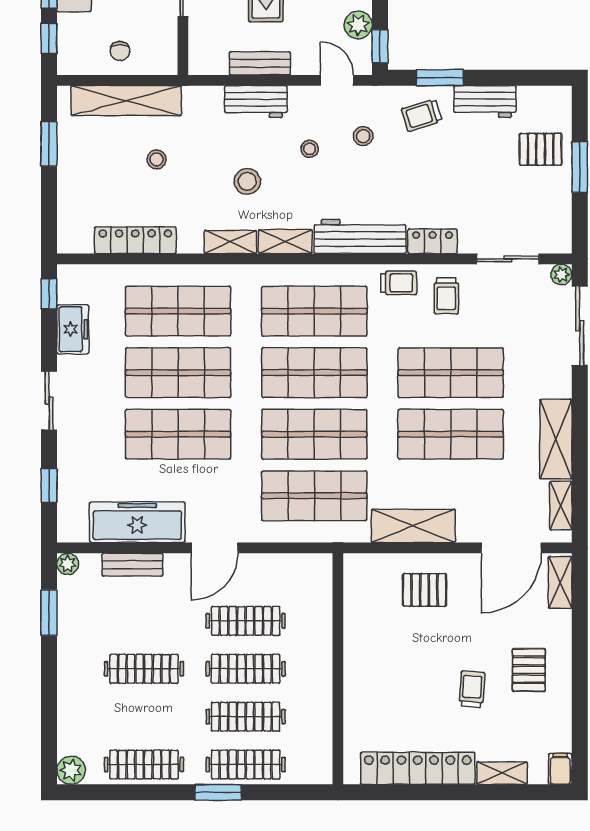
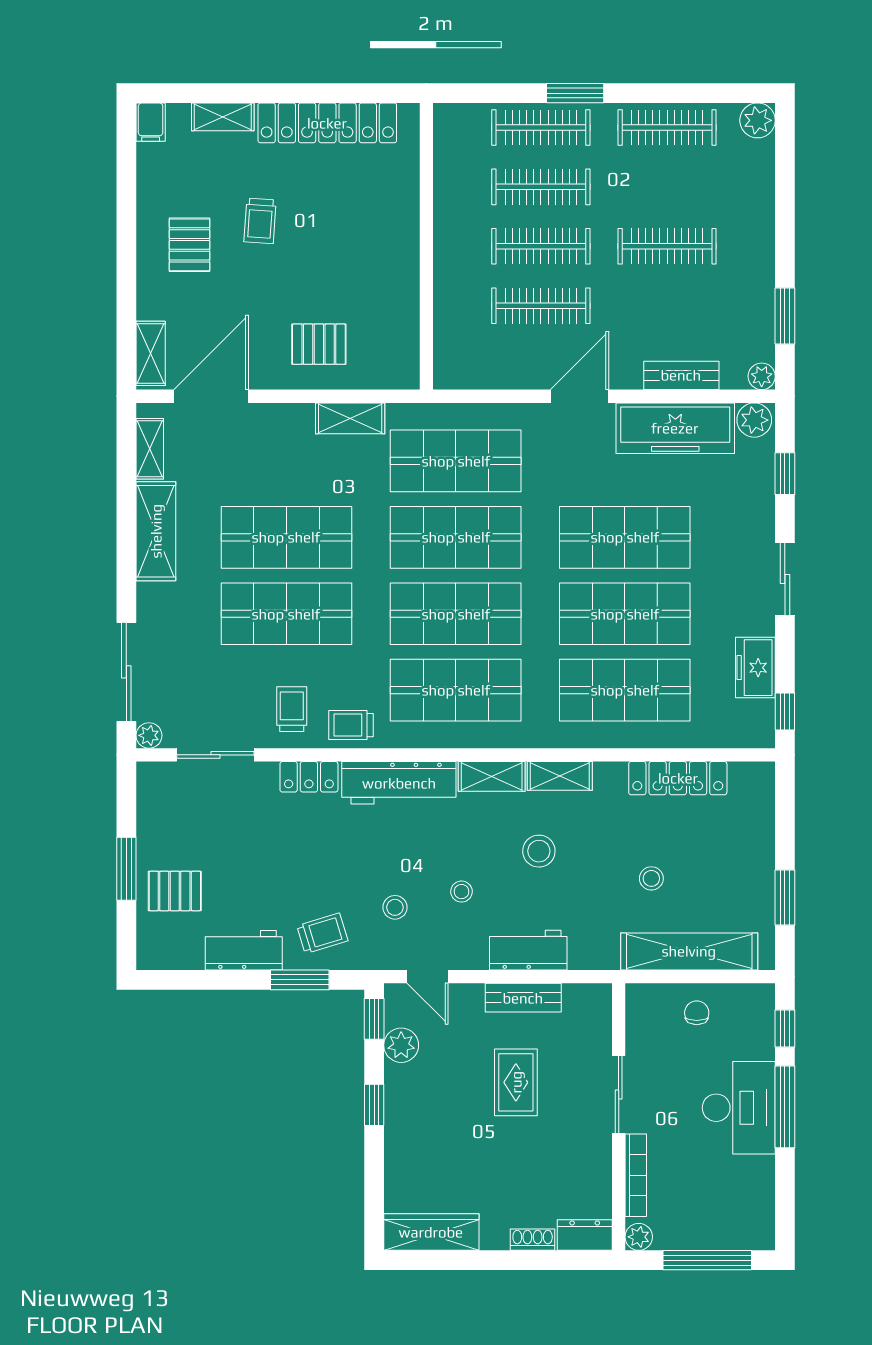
shelving: (413, 526) -> (350, 418), width x0.67, depth x0.75
plant: (74, 529) -> (754, 420), added

